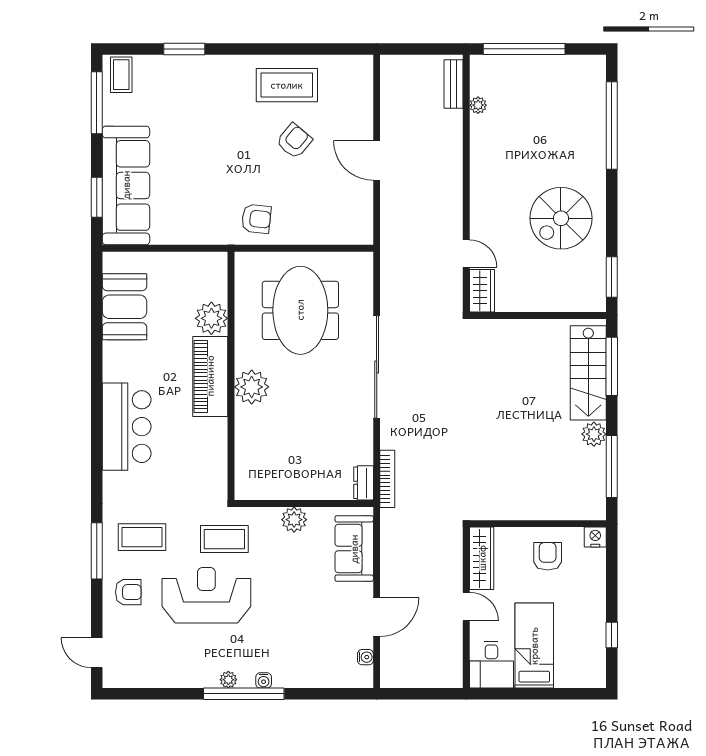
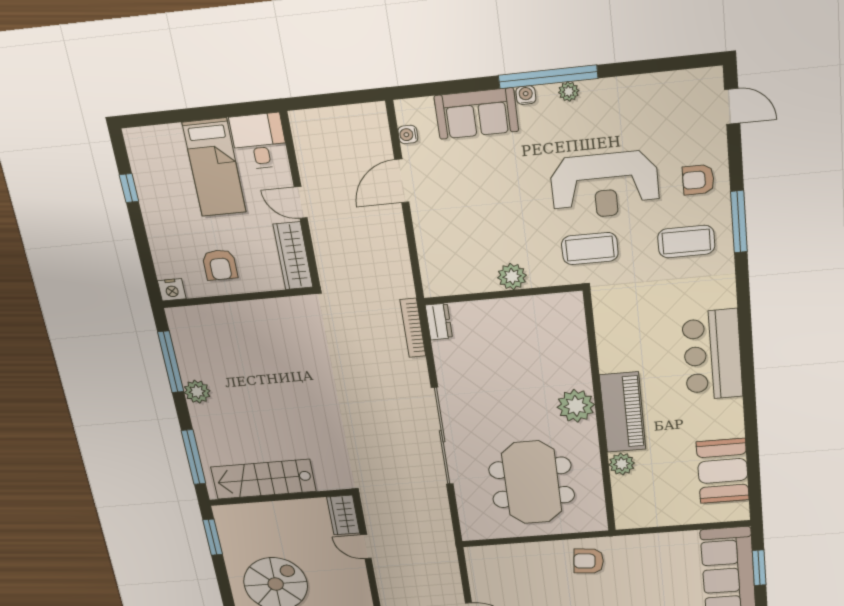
plant: (211, 318) -> (622, 464), width x0.73, depth x0.73
stairs: (588, 373) -> (263, 479), moved, turned -90
sofa: (354, 549) -> (476, 114), moved, turned 90

